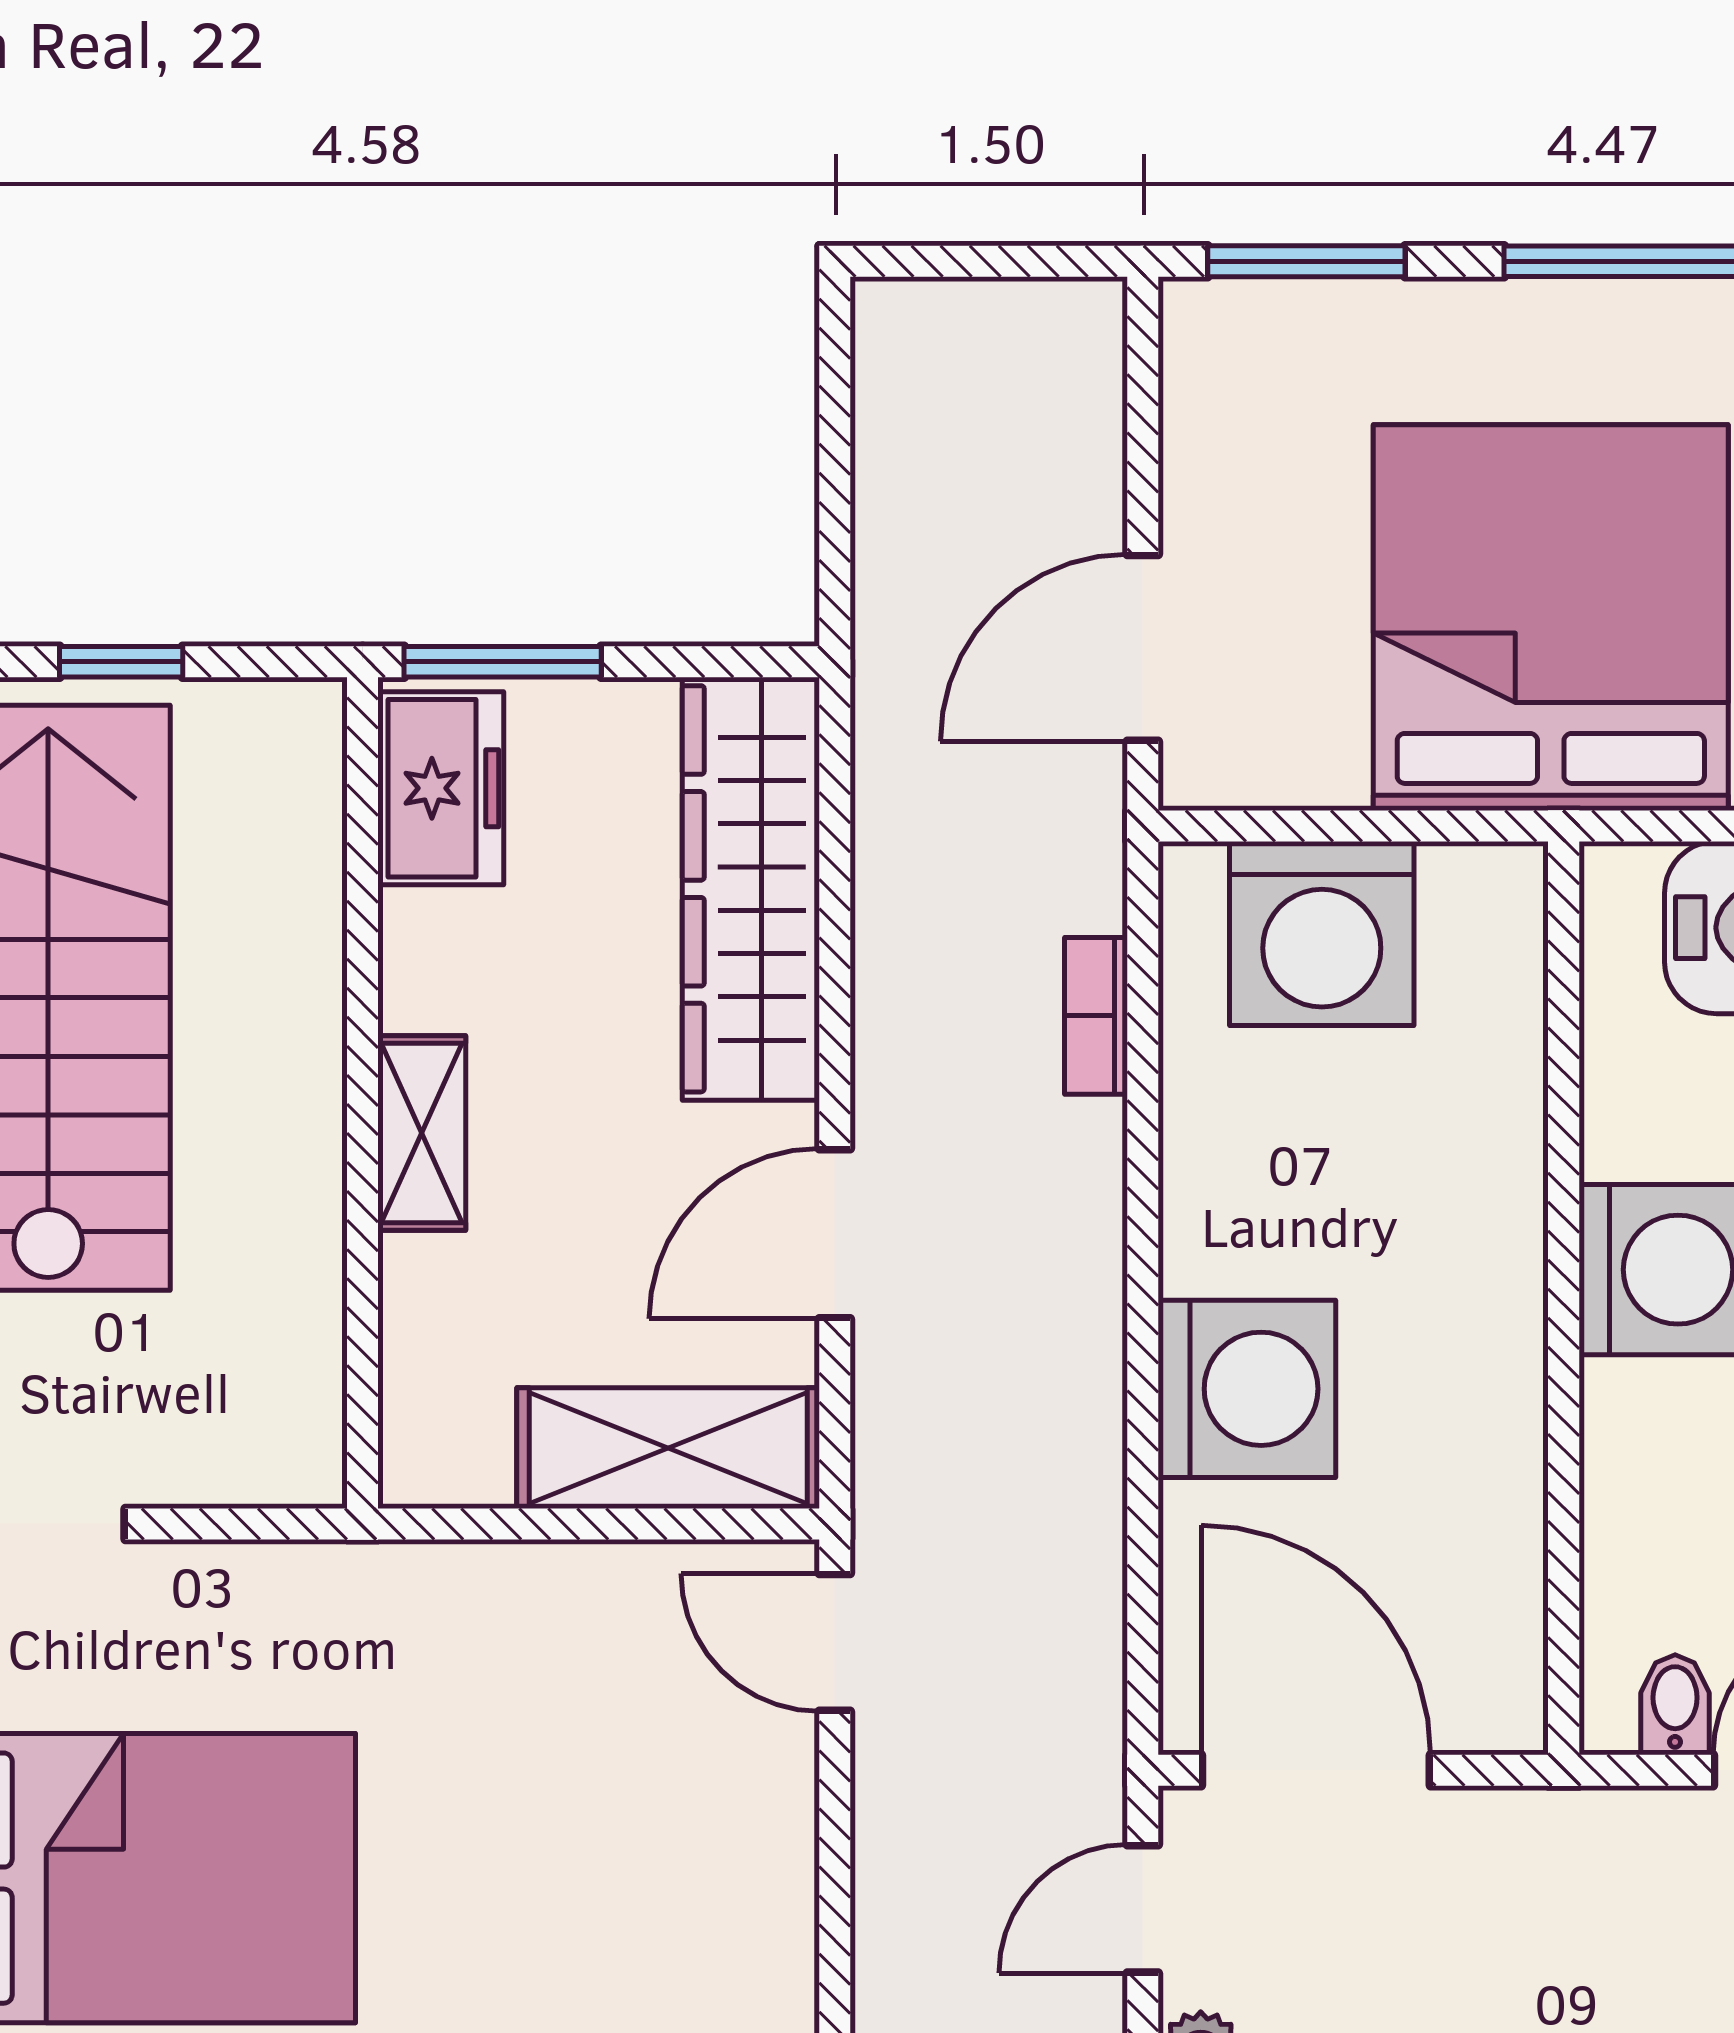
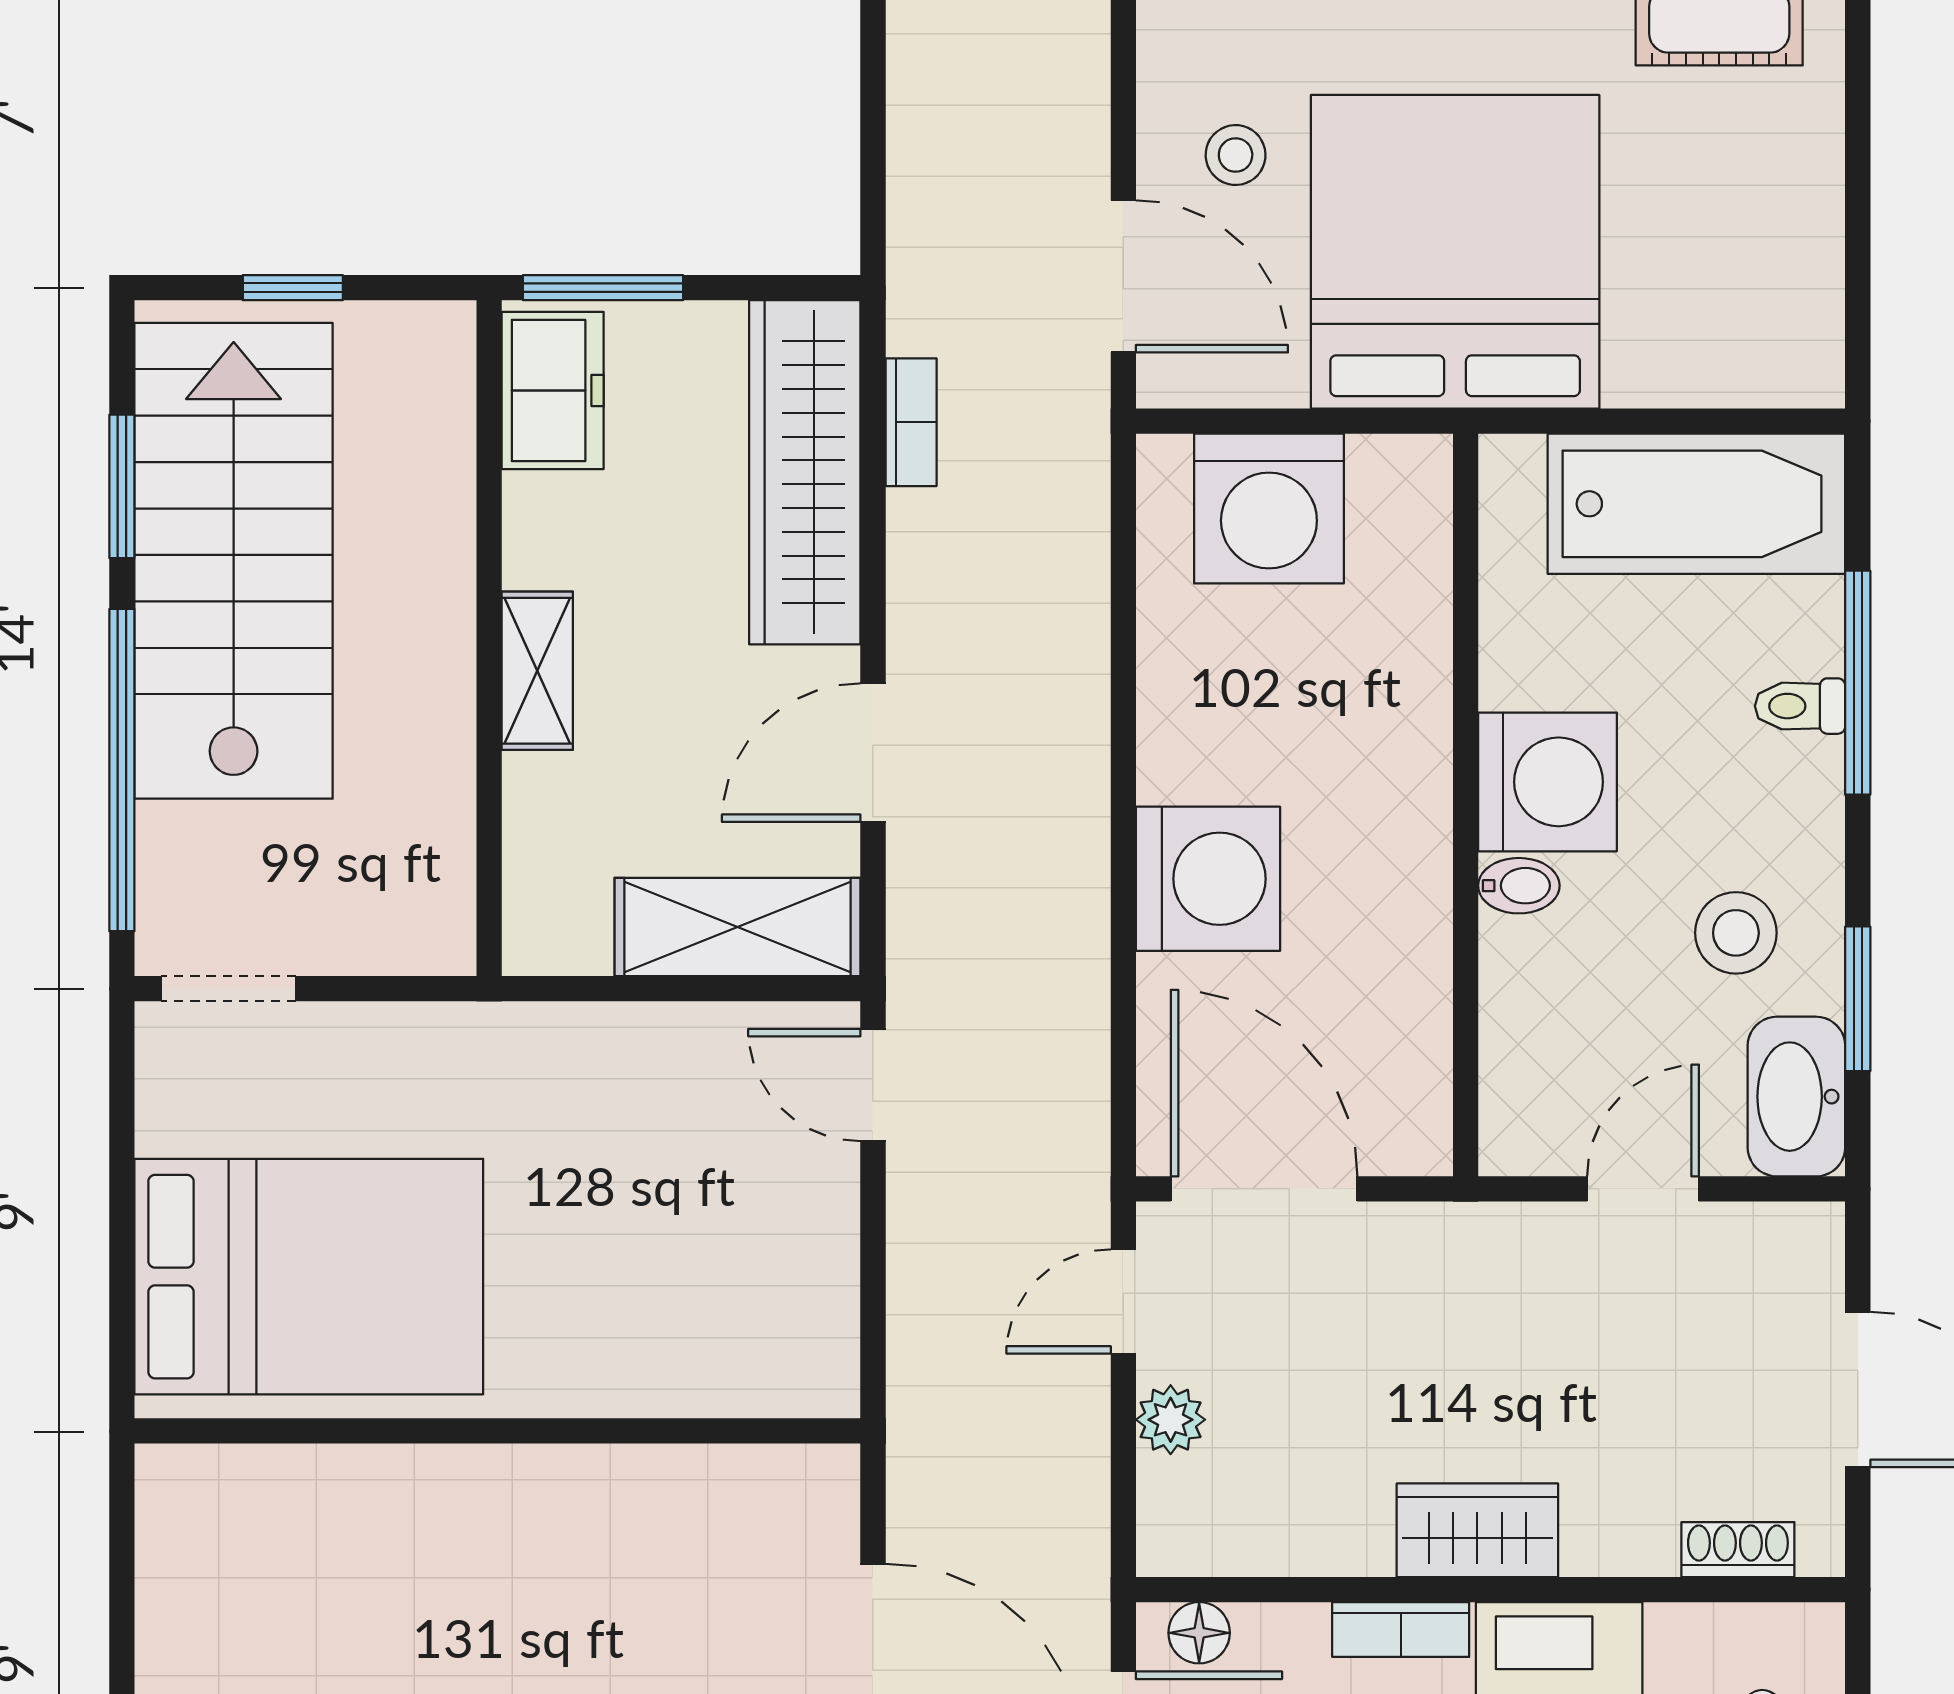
stool: (1281, 499) -> (1236, 155), added
door: (1143, 648) -> (1123, 276), swing flipped
bookcase: (1096, 1016) -> (911, 422), moved, turned 180
bidet: (1675, 1705) -> (1519, 886), moved, turned 90

